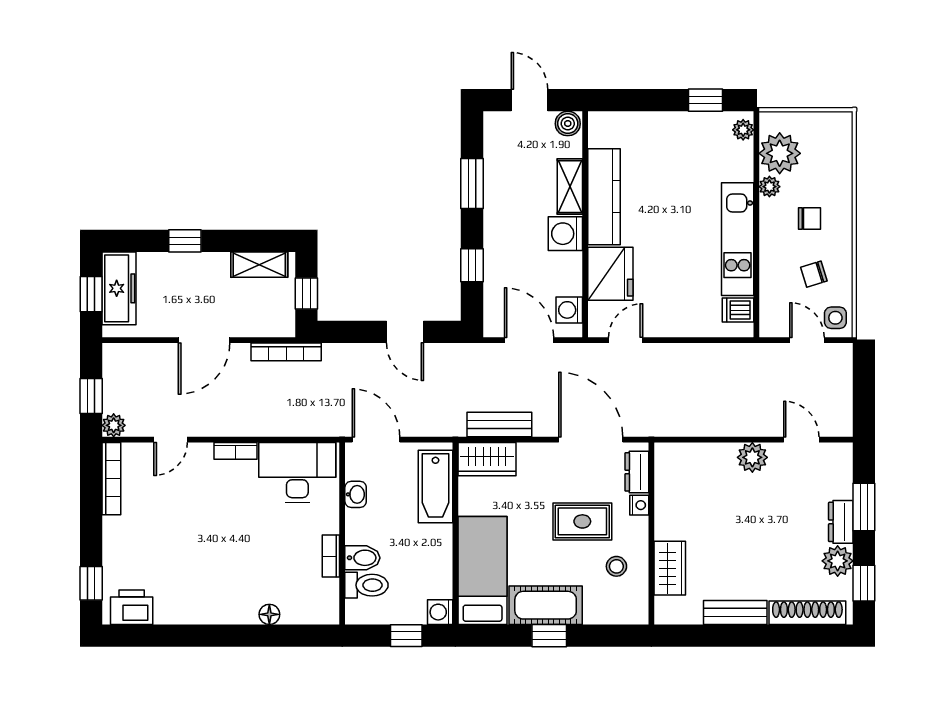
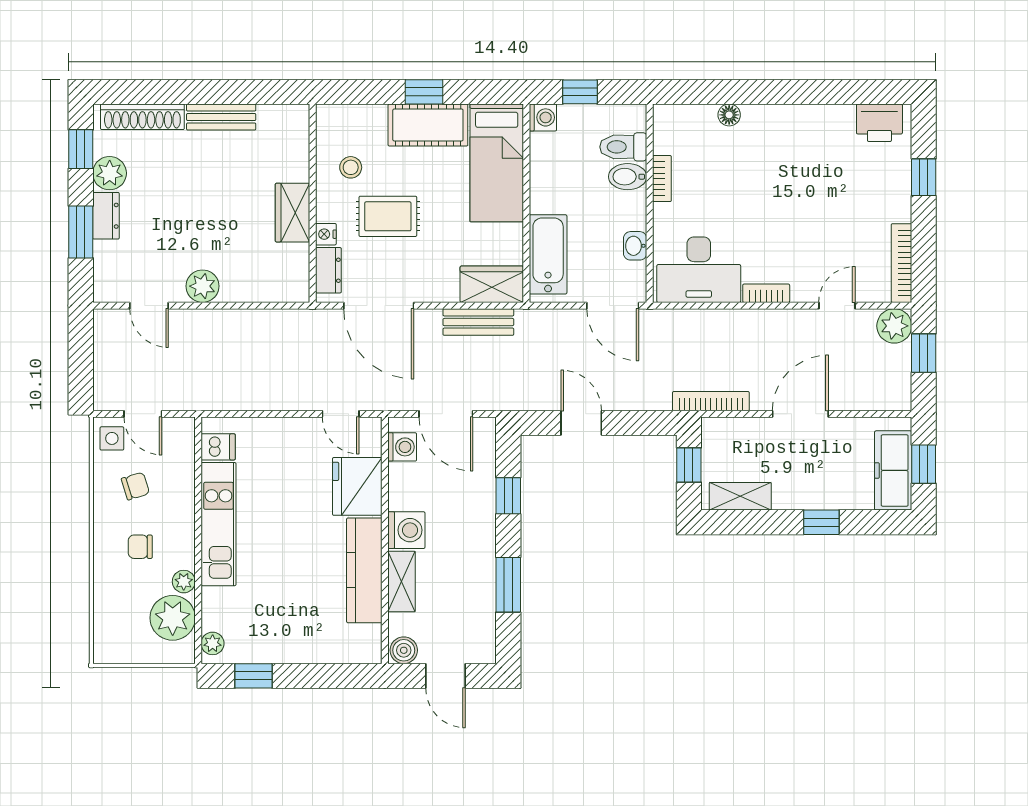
door: (626, 340) -> (341, 414), hinge flipped
plant: (114, 425) -> (894, 326), width x1.38, depth x1.38
wardrobe: (670, 568) -> (292, 213), moved
window: (91, 583) -> (924, 177), moved

